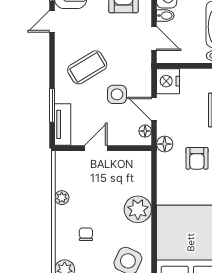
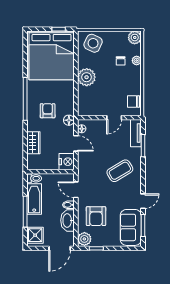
side table: (117, 94) -> (100, 153), removed
chair: (67, 173) -> (133, 101), added
plant: (62, 198) -> (137, 61), moved

